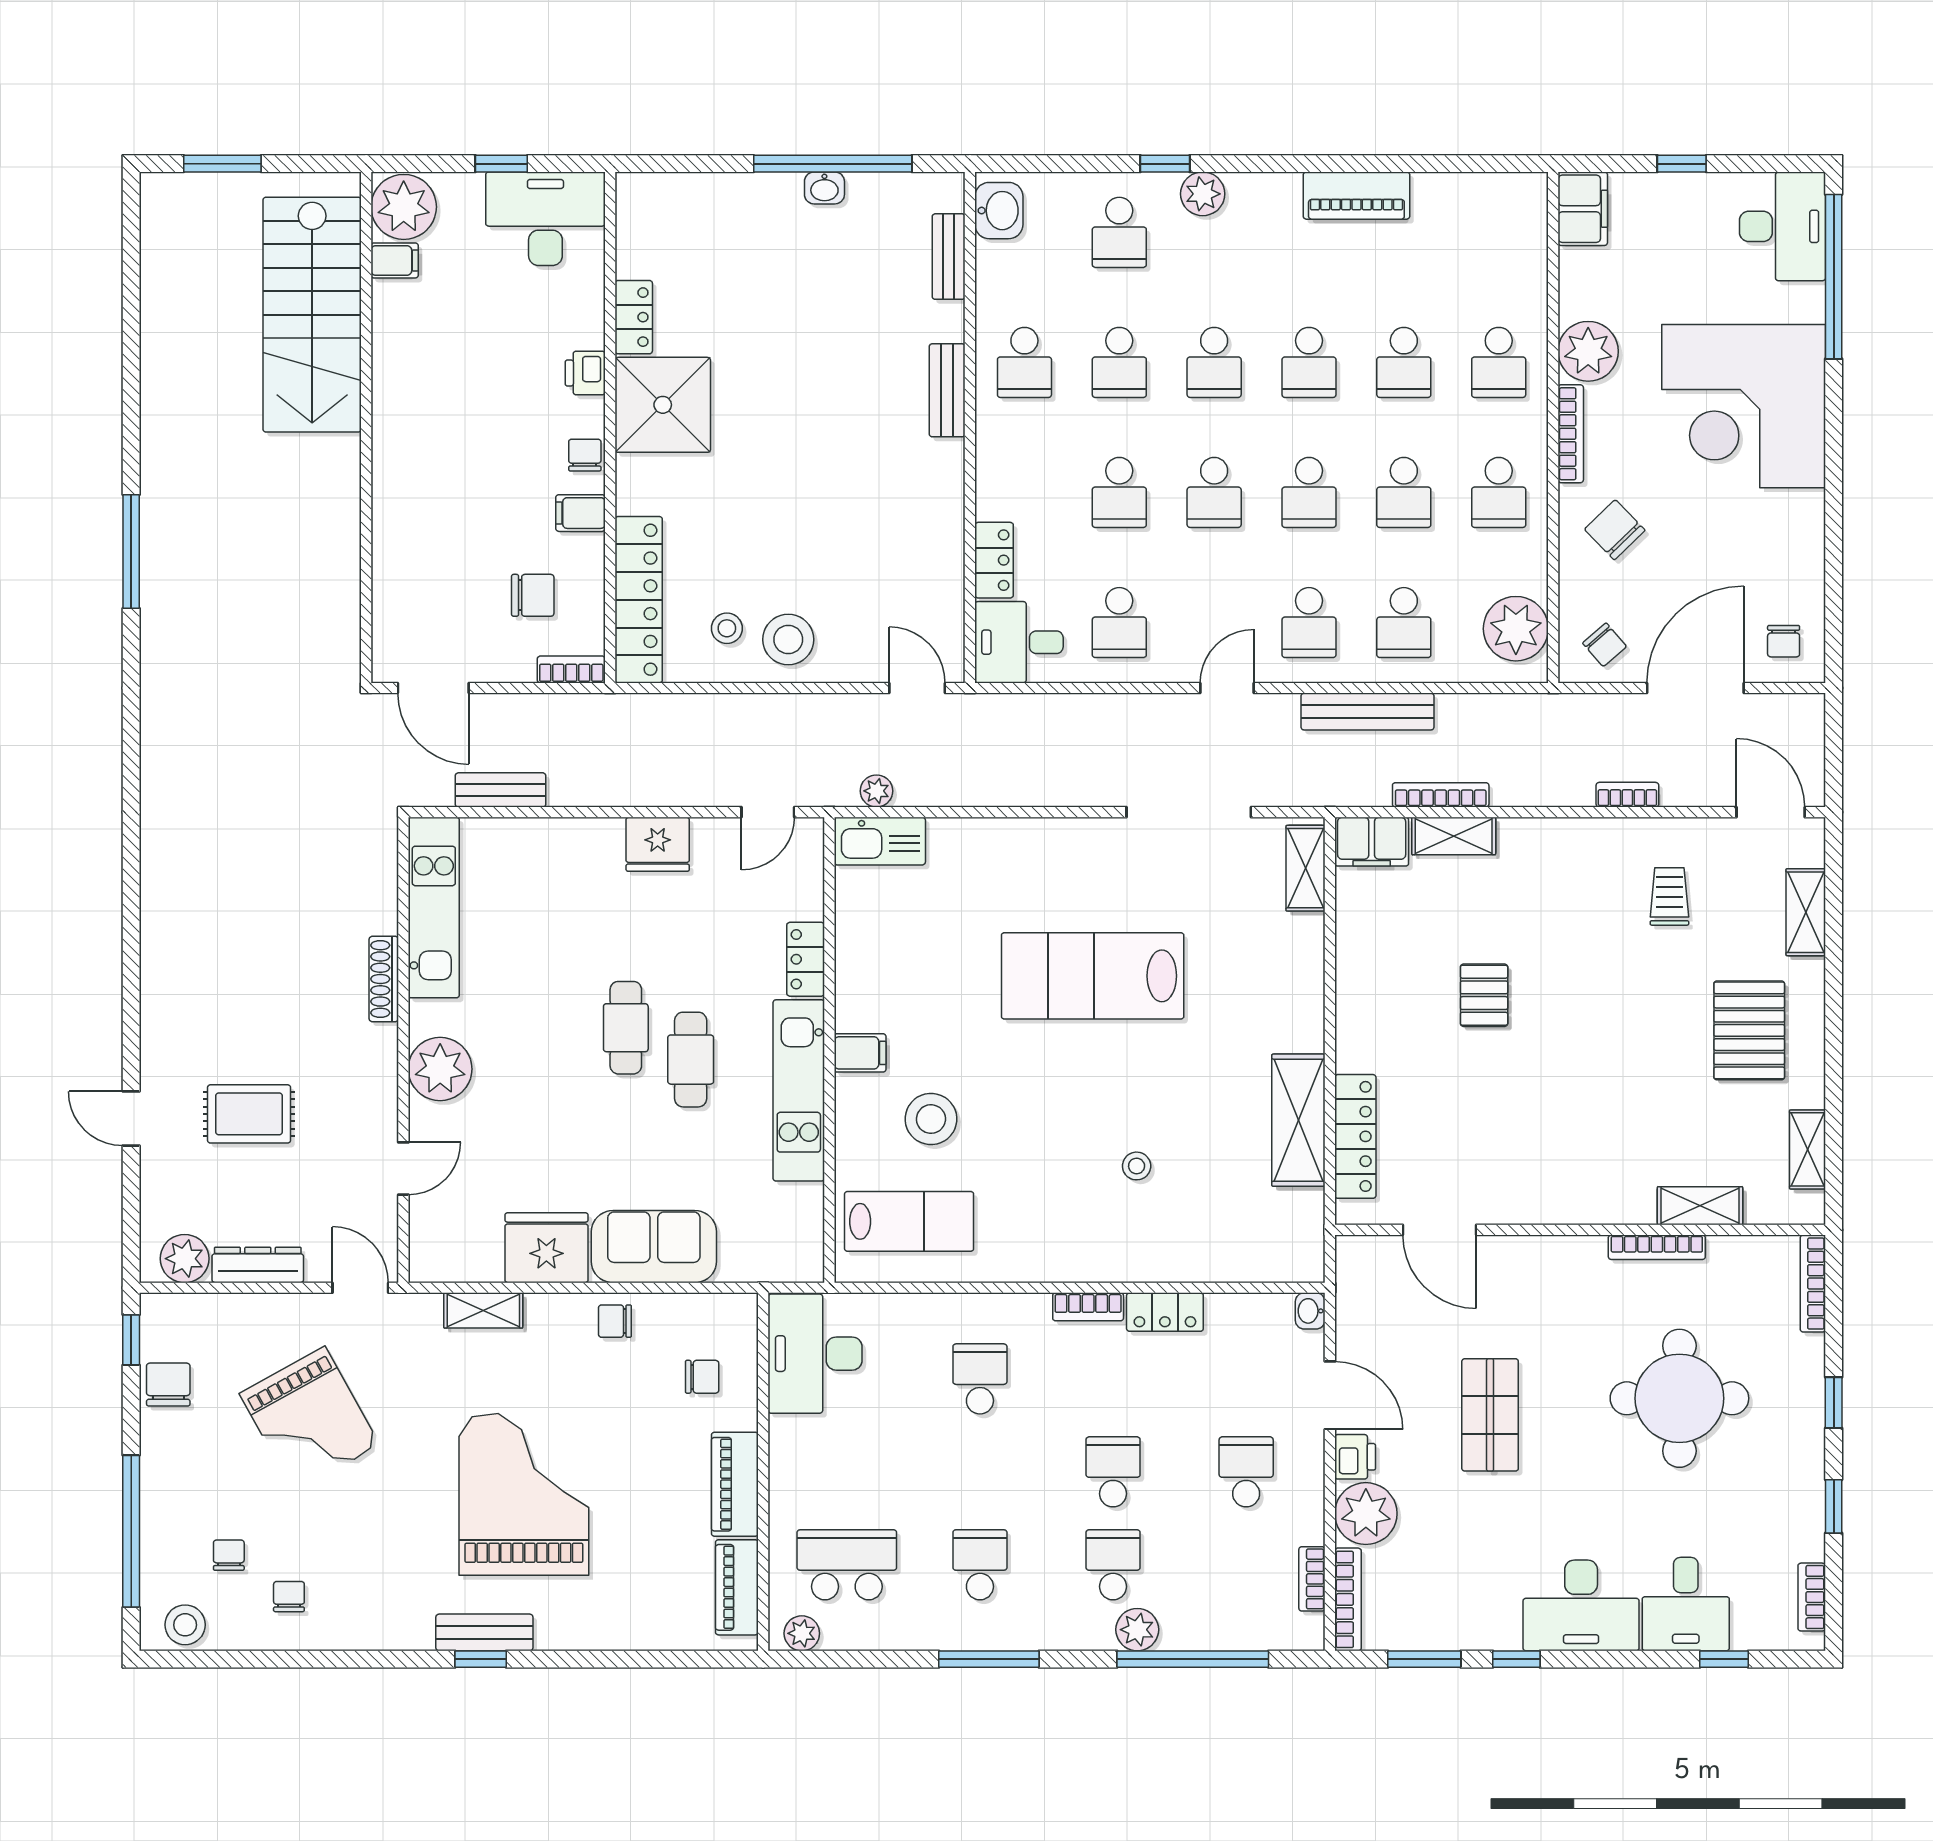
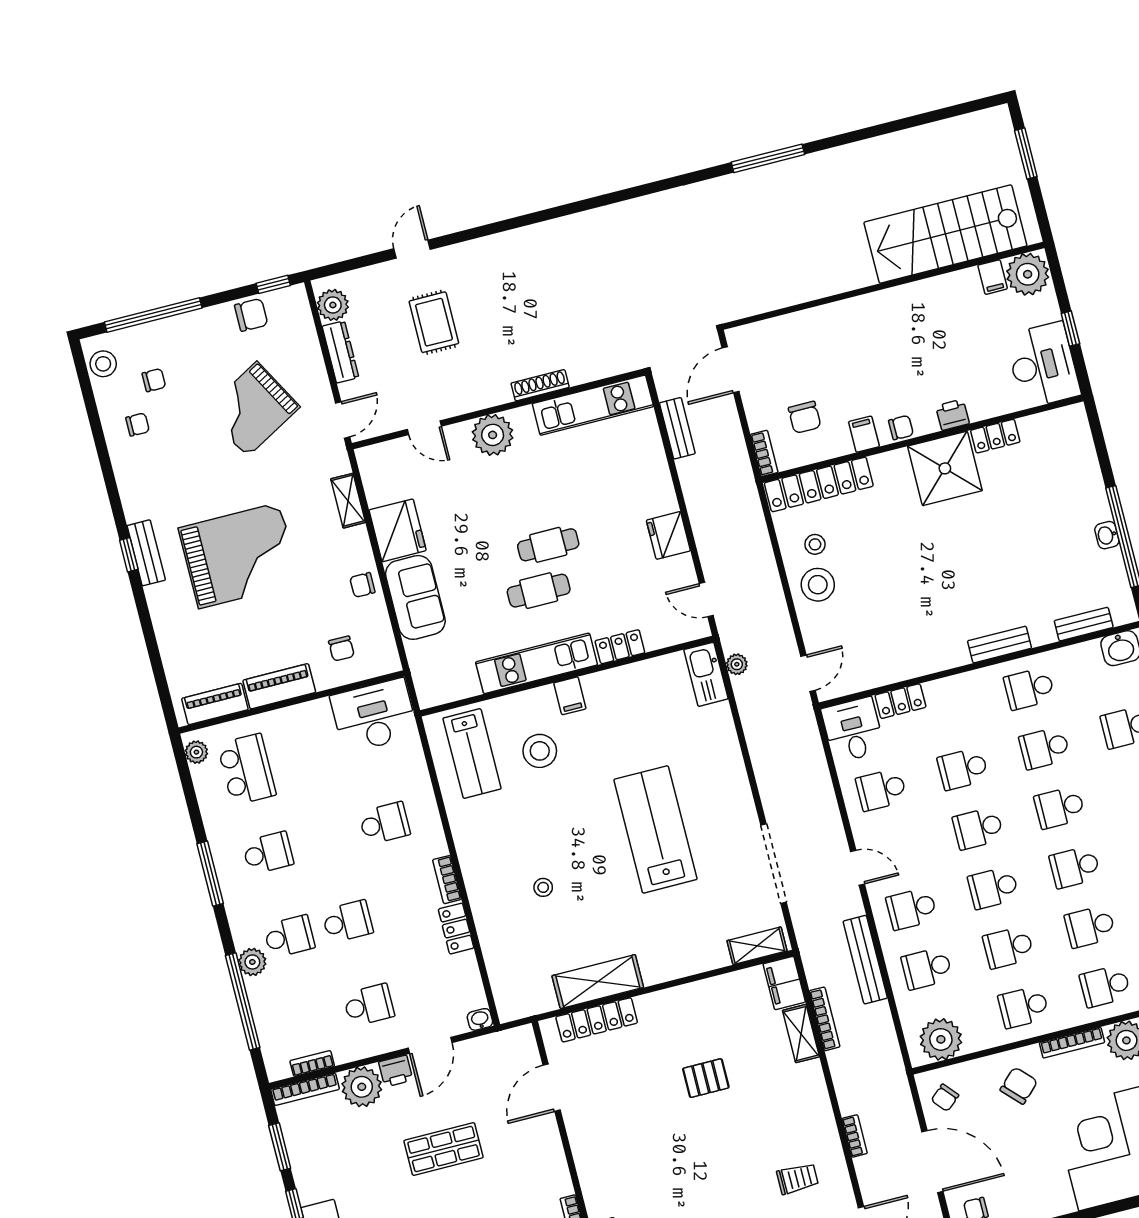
chair: (615, 1321) -> (362, 585), turned -90

